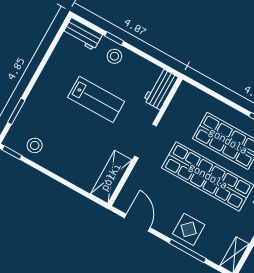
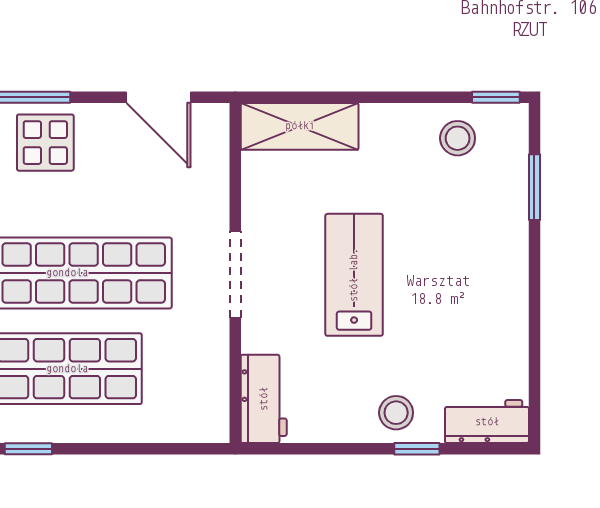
lab bench: (96, 99) -> (354, 275), moved, turned 90
shelving: (111, 177) -> (300, 126), moved, turned 90

